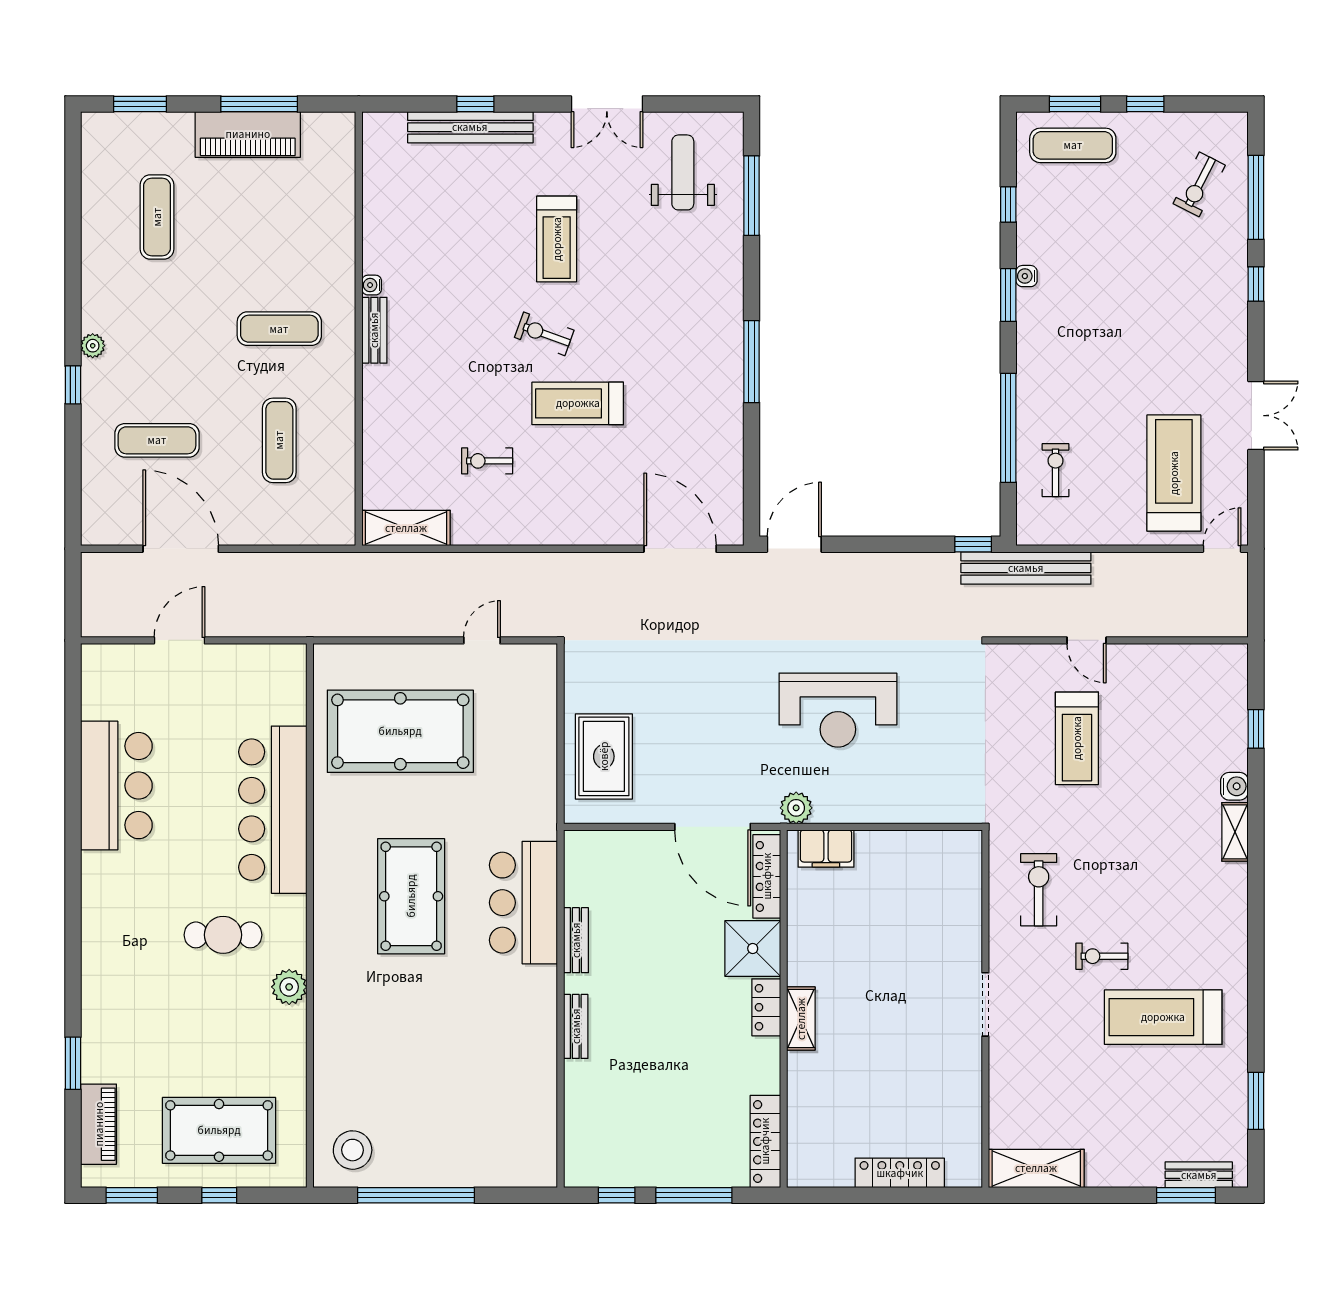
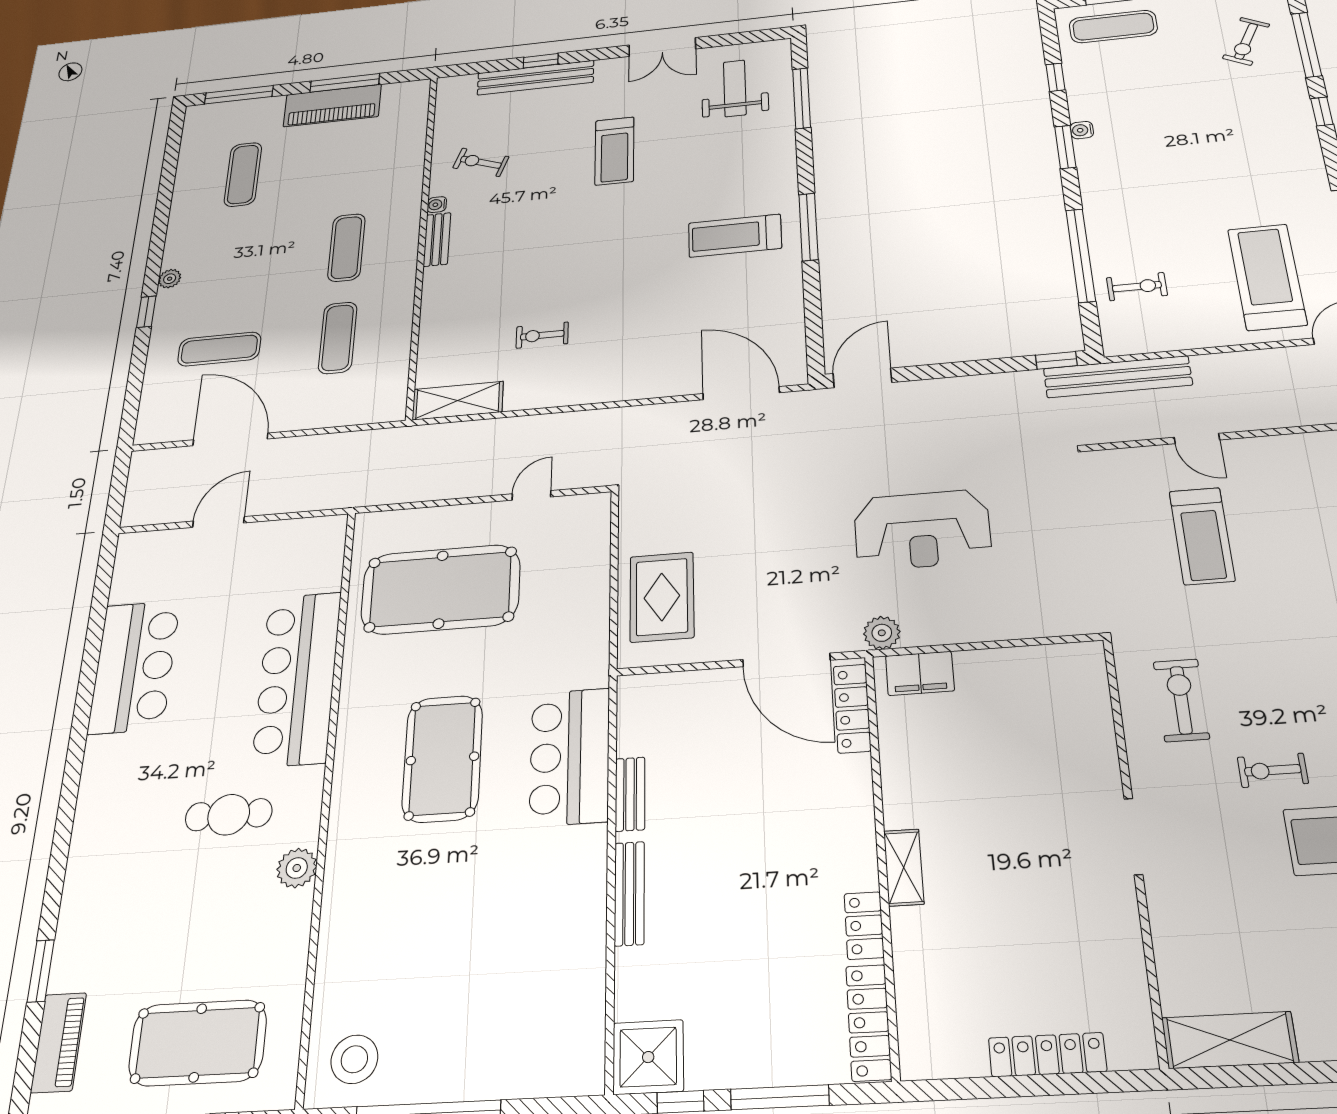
window: (140, 104) -> (239, 95), width x1.44
exercise mat: (279, 329) -> (346, 247), turned 90
exercise bike: (544, 334) -> (481, 162), moved
treadmill: (578, 403) -> (735, 236), moved
exercise bike: (1055, 470) -> (1137, 287), turned 90
shower: (753, 948) -> (648, 1057), moved
locker: (766, 1007) -> (864, 925), moved
bench: (576, 1026) -> (629, 893), width x1.36

